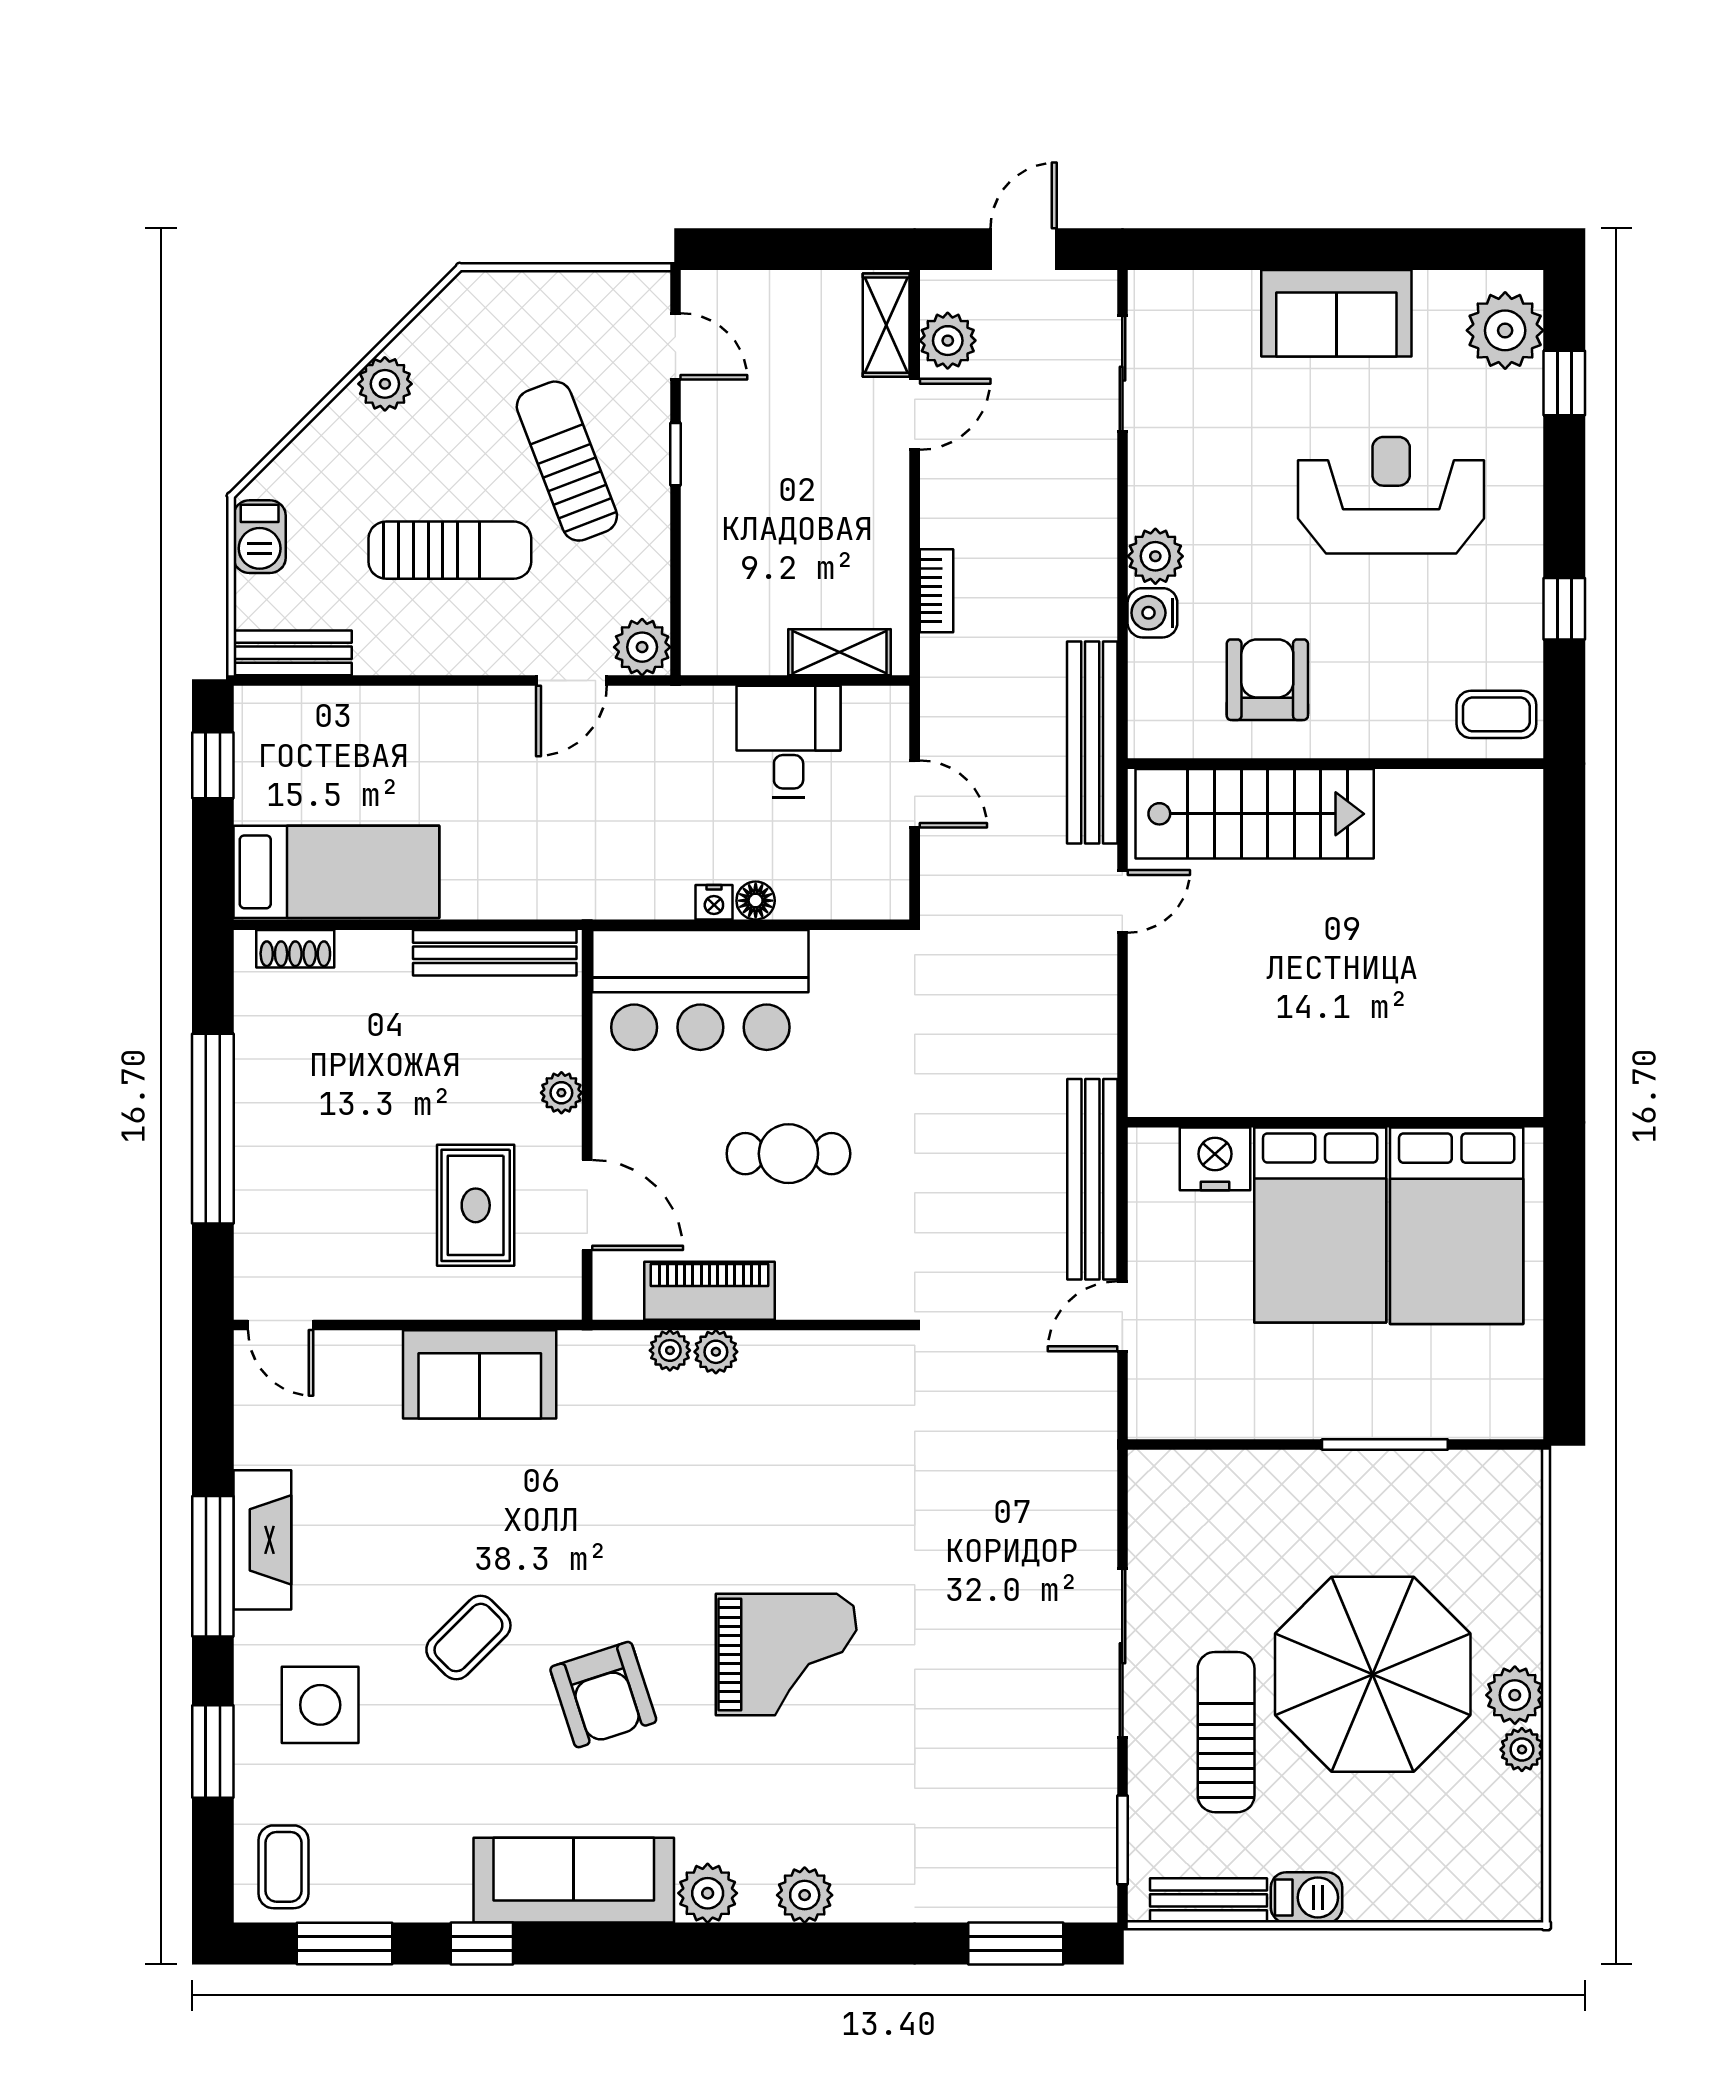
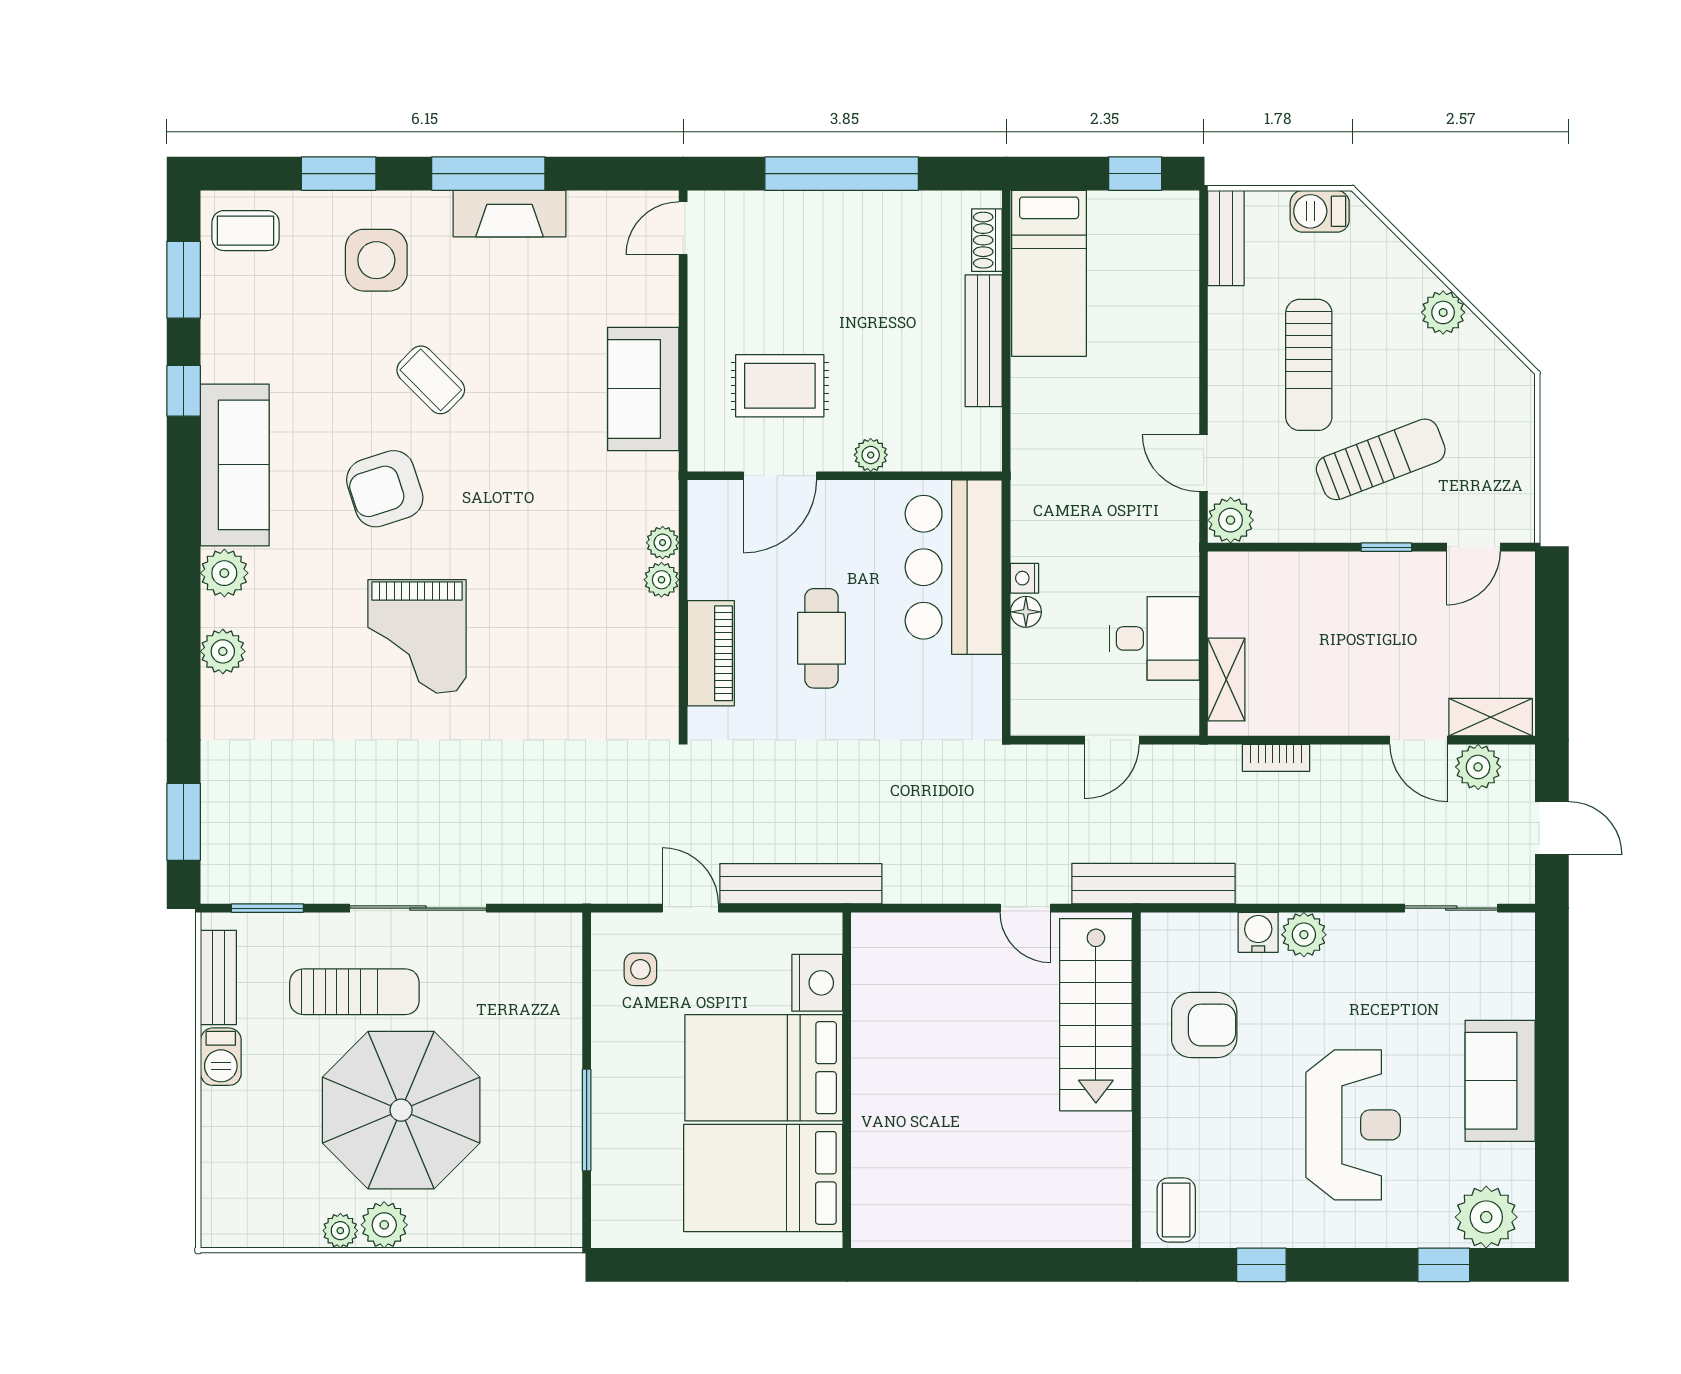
bench: (495, 953) -> (984, 341), moved
piano: (710, 1291) -> (711, 653), moved
side table: (1198, 1378) -> (640, 969), added

